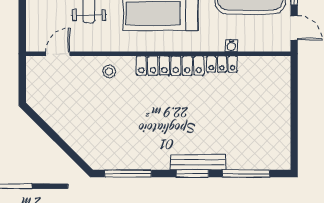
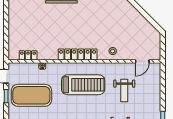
locker: (222, 64) -> (28, 55), moved

